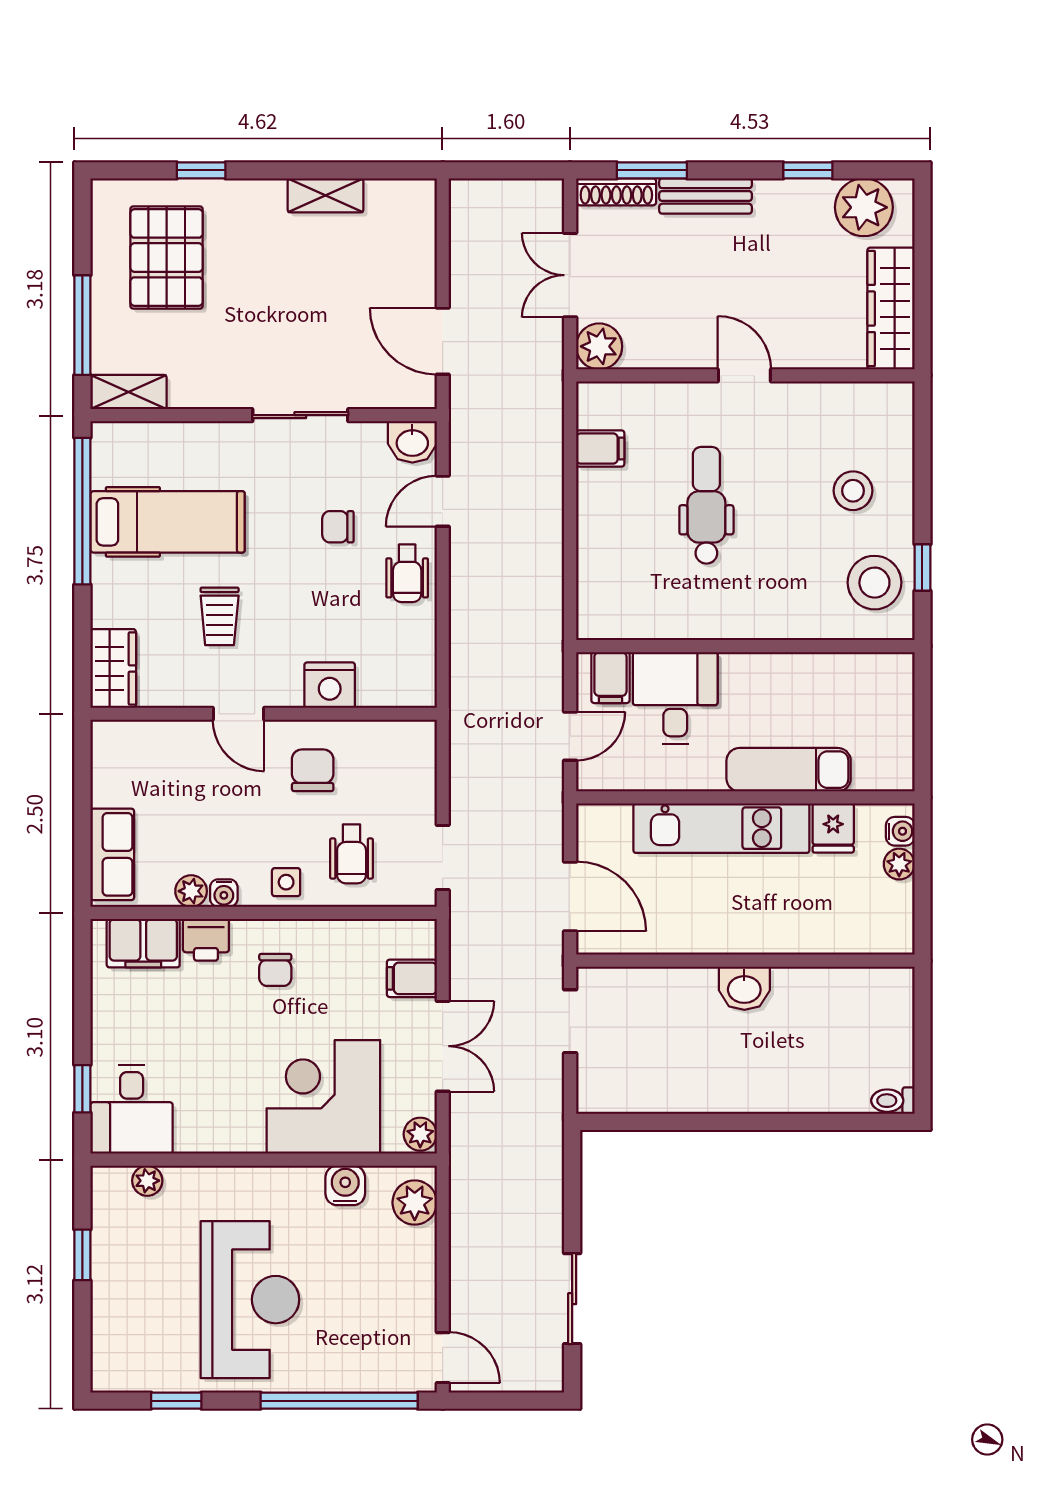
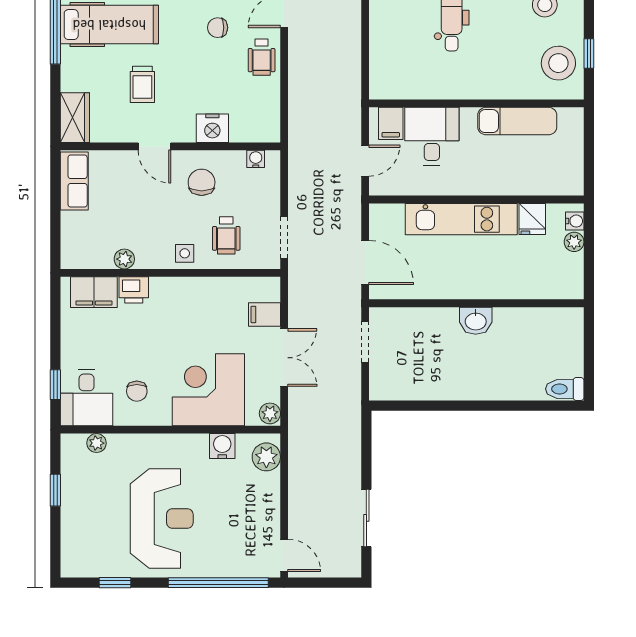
exam couch: (789, 770) -> (517, 121), moved, turned 180
row of seats: (112, 854) -> (74, 181), moved
water cooler: (224, 893) -> (256, 159), moved, turned 180
chair: (275, 970) -> (137, 391), moved
toilet: (893, 1101) -> (565, 389), width x1.37, depth x1.39

